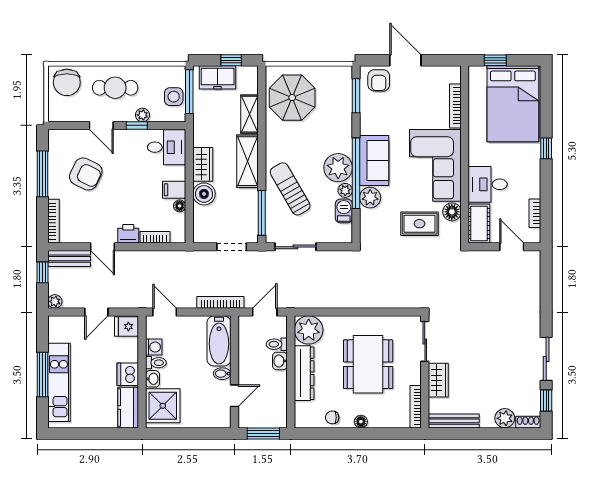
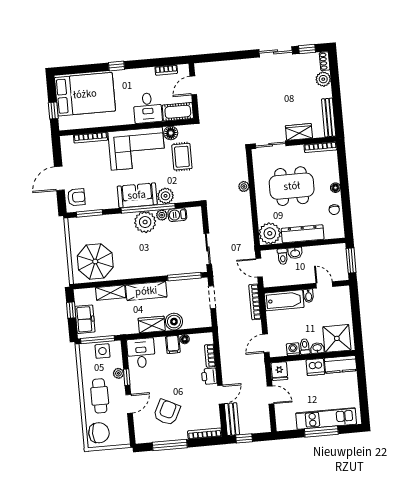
sun lounger: (290, 189) -> (164, 257), removed
plant: (55, 301) -> (244, 186), moved

